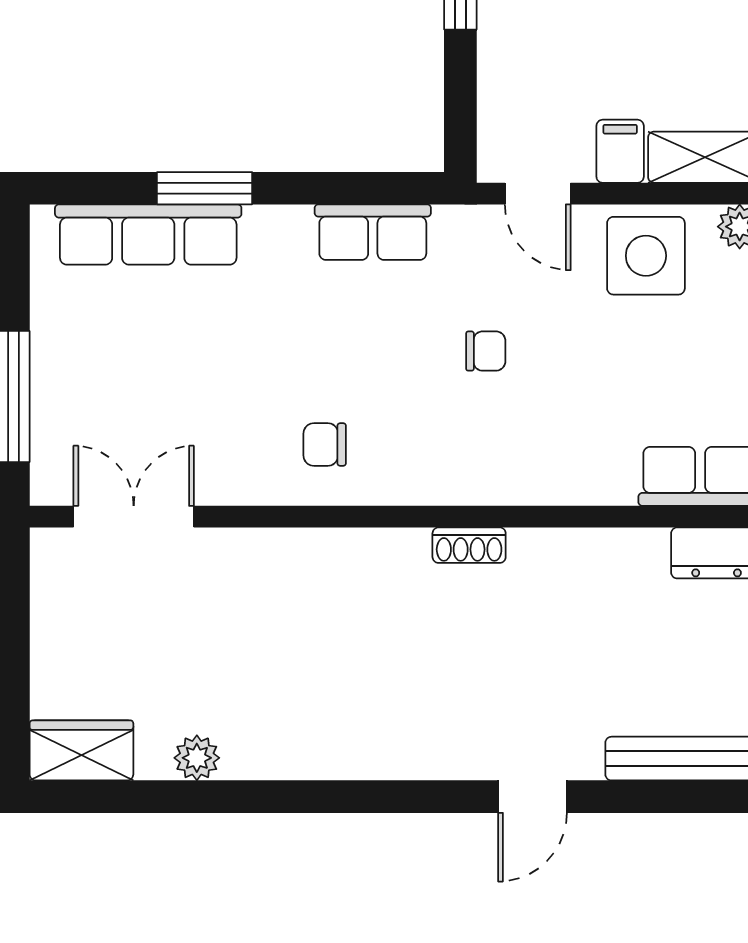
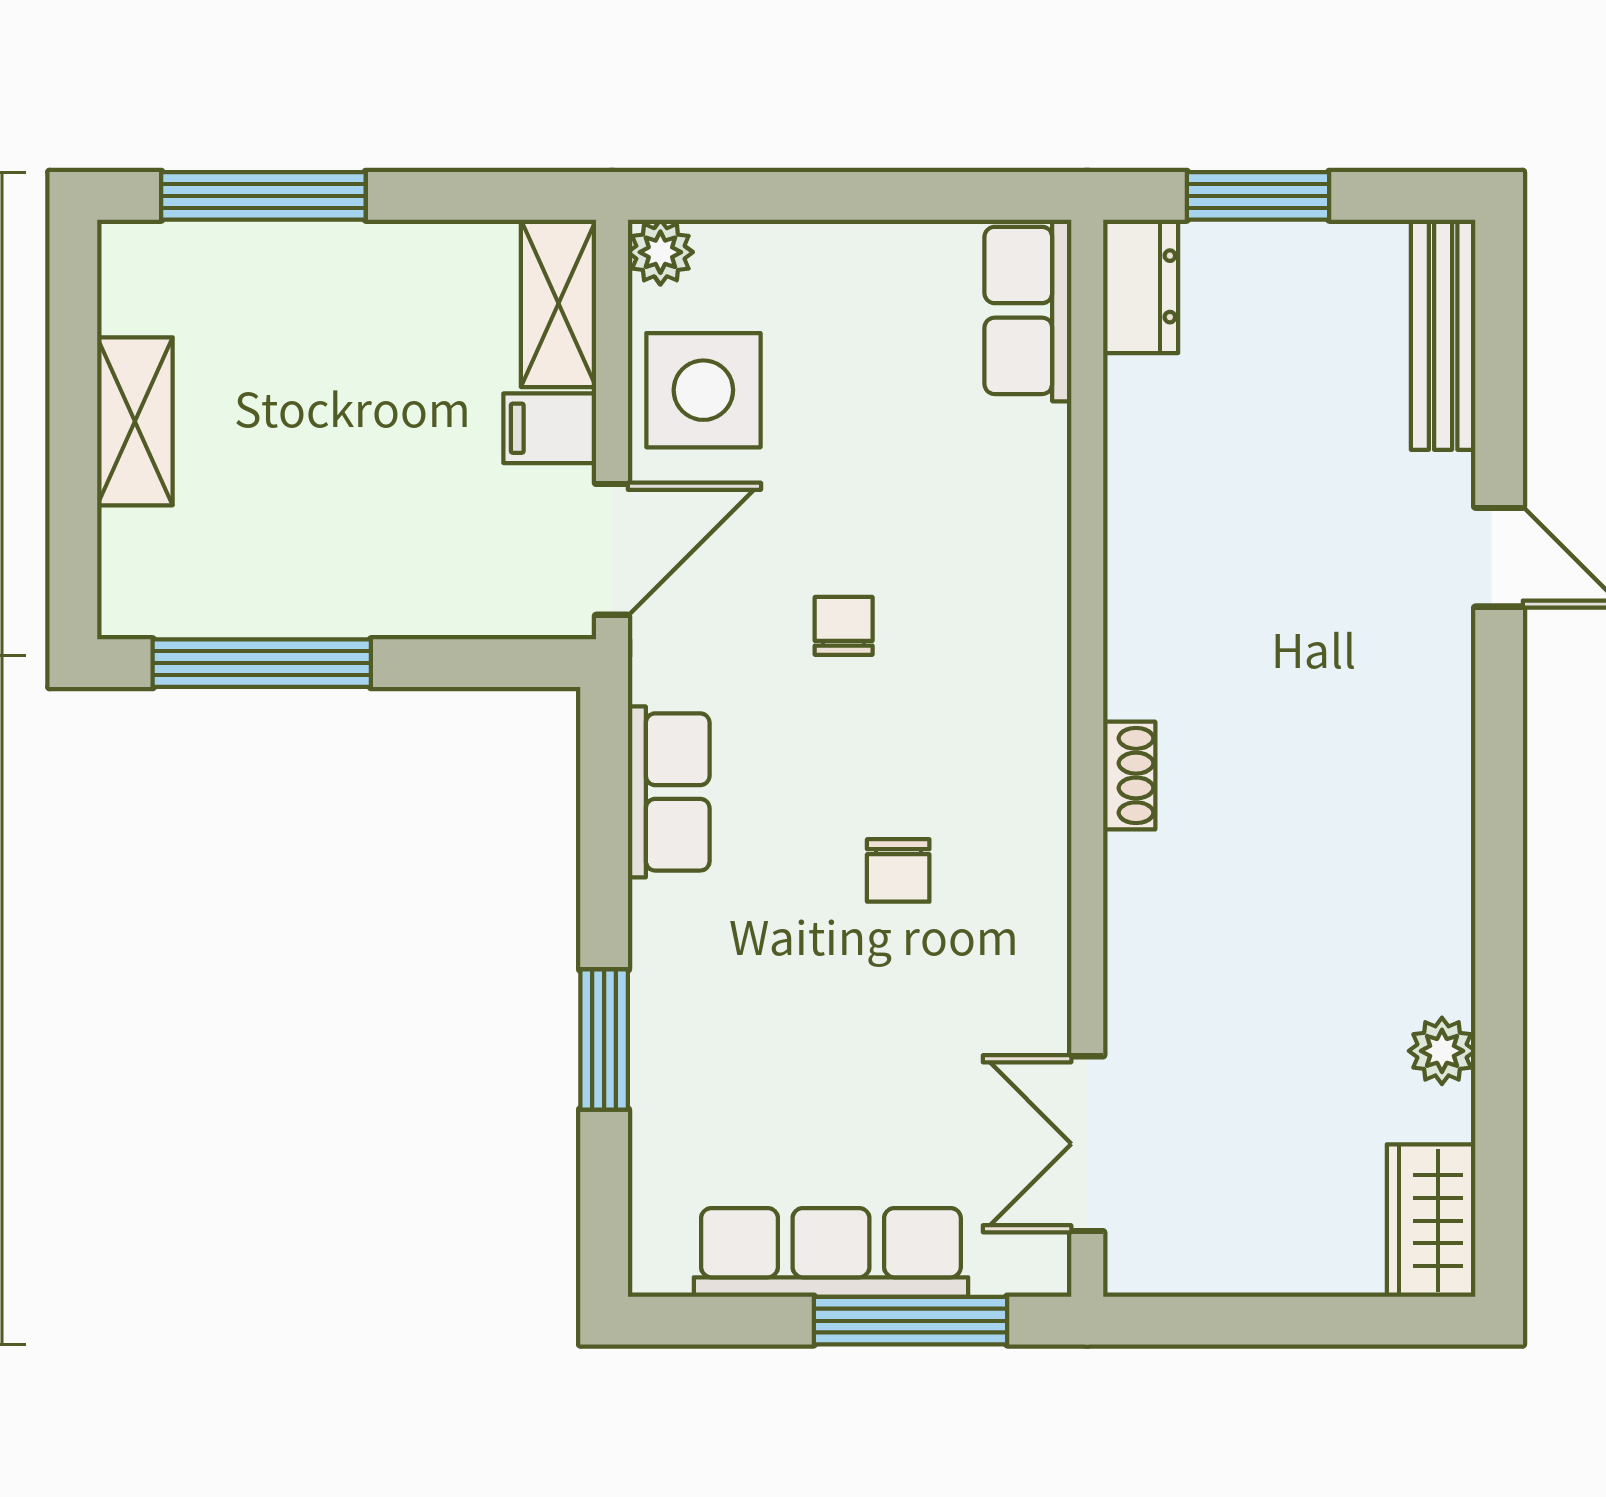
door: (538, 194) -> (612, 549), width x1.38
row of seats: (148, 235) -> (831, 1252), moved, turned -90
chair: (325, 445) -> (898, 870), moved
shoe rack: (469, 545) -> (1129, 776), moved

